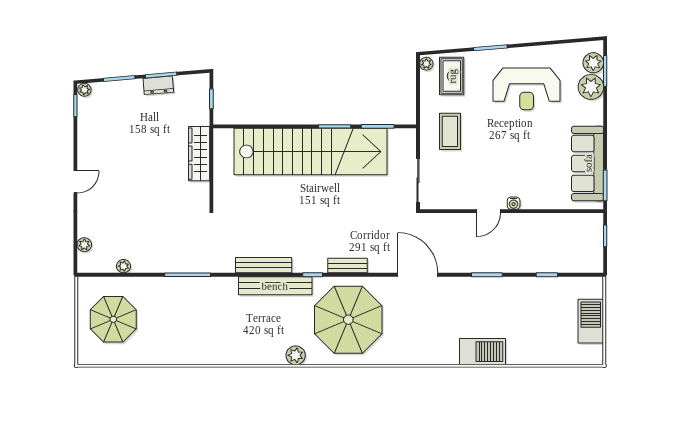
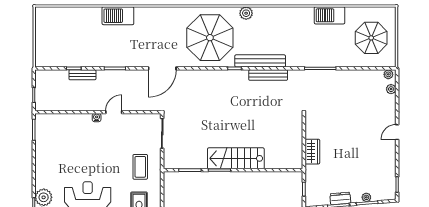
plant: (84, 90) -> (366, 197), moved
stairs: (311, 152) -> (236, 158), width x0.54, depth x0.66
wardrobe: (199, 154) -> (312, 152), width x0.67
sofa: (588, 163) -> (46, 145), removed
plant: (123, 266) -> (388, 74), moved
bench: (347, 266) -> (82, 75), moved
door: (418, 275) -> (162, 68), hinge flipped
barbecue: (591, 321) -> (330, 15), moved, turned 90

